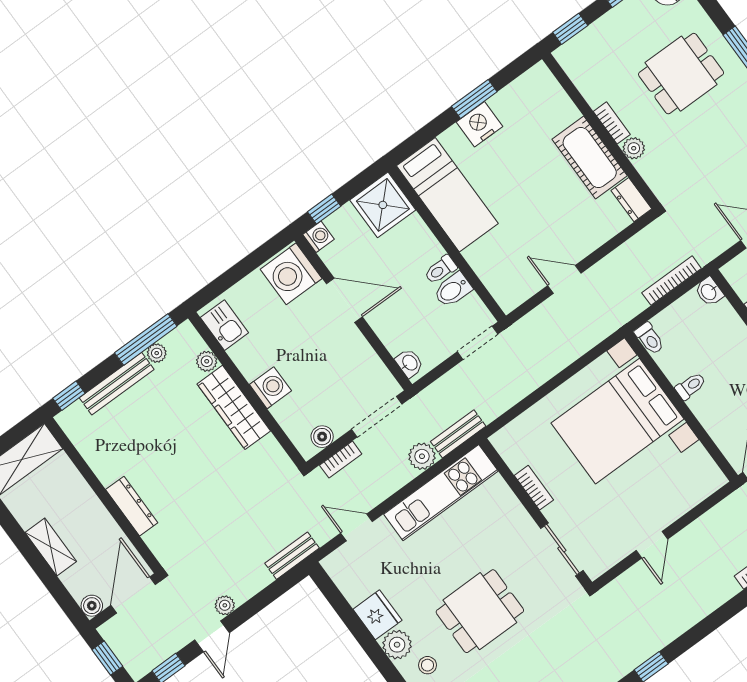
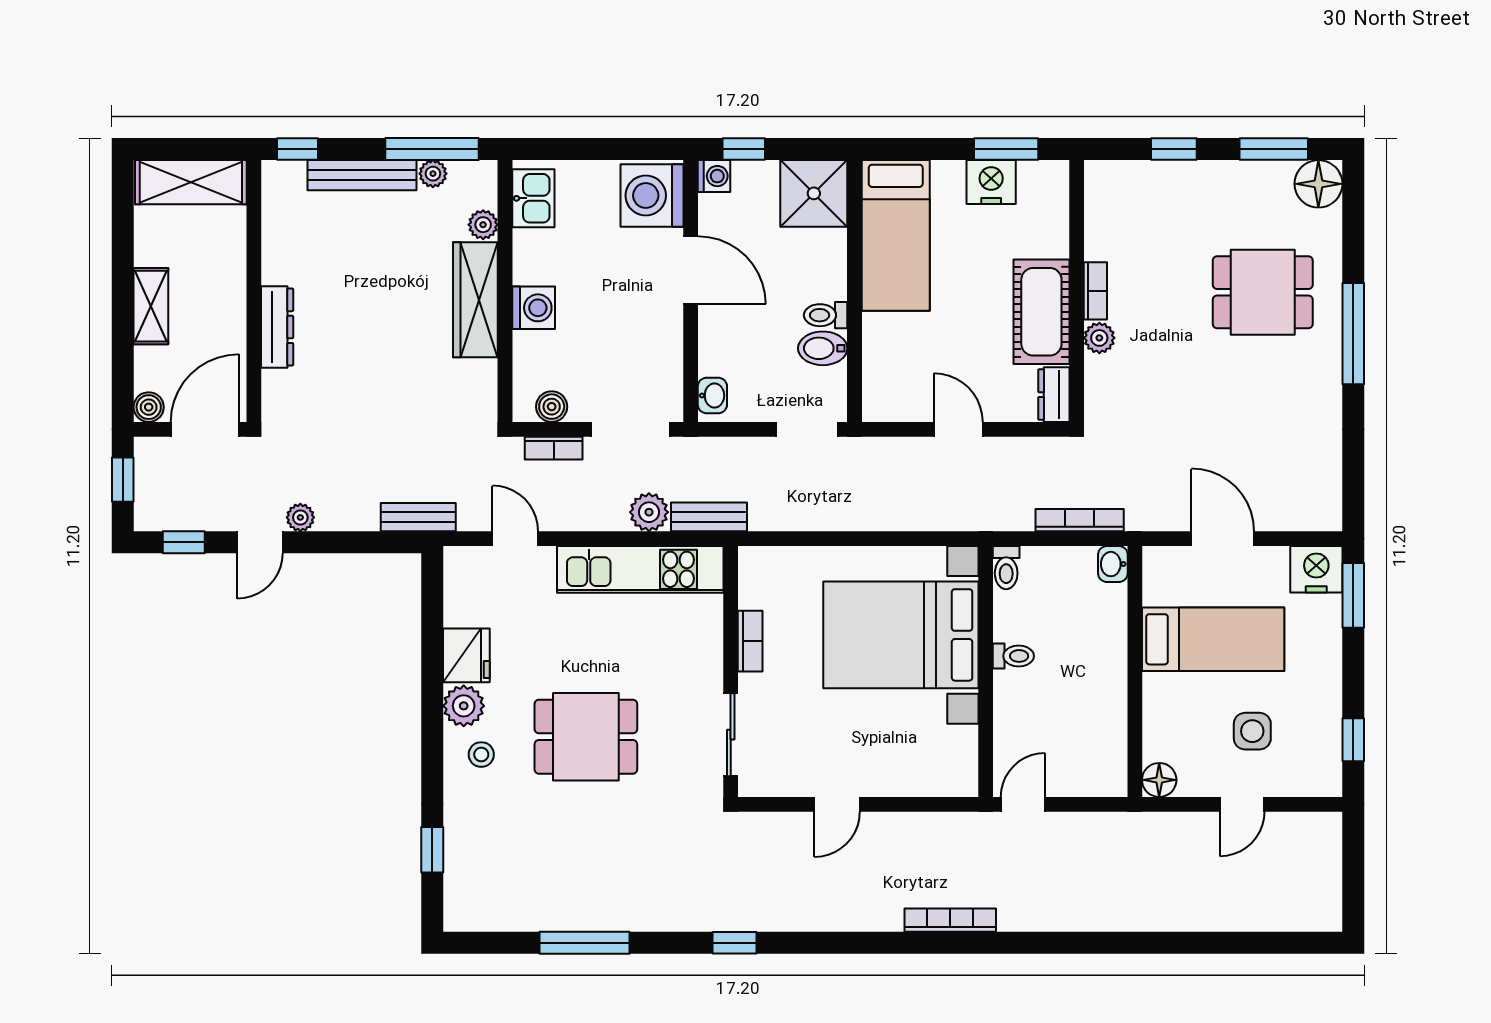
bookcase: (612, 123) -> (1095, 291), moved
wall: (601, 131) -> (1077, 291), moved
plant: (634, 148) -> (1099, 338), moved
cot: (590, 158) -> (1041, 312), moved
dresser: (631, 200) -> (1054, 395), moved

